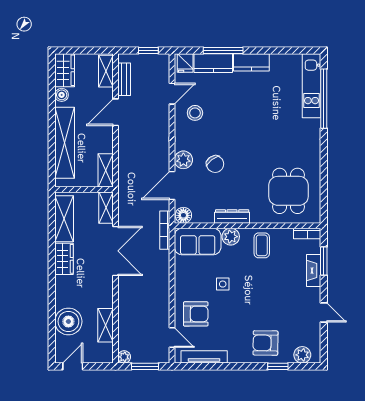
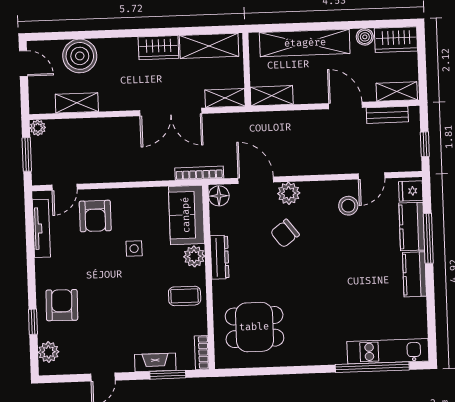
door: (172, 94) -> (372, 176), hinge flipped

